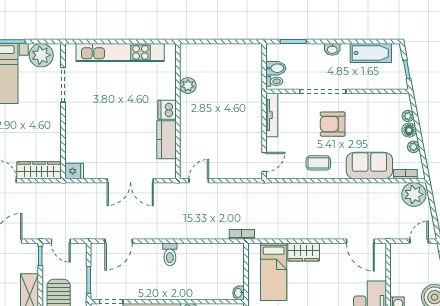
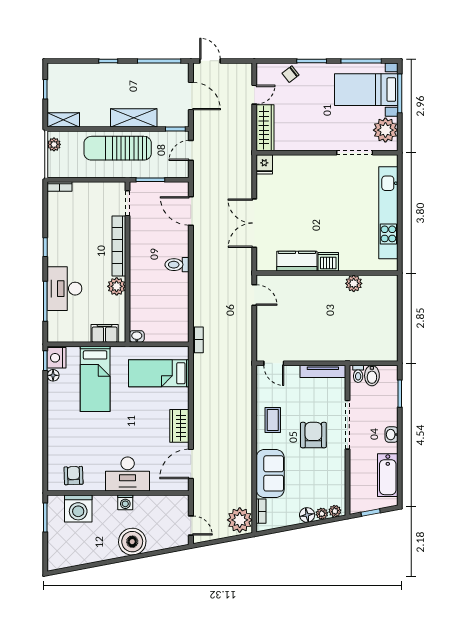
plant: (413, 147) -> (335, 511), moved
wardrobe: (304, 252) -> (179, 426), moved

